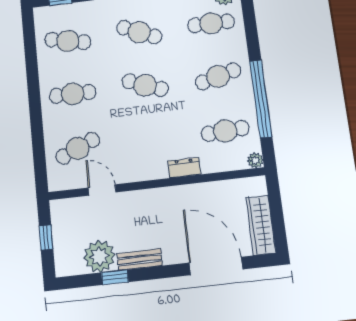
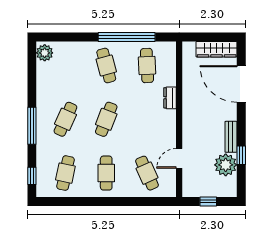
cafe table: (211, 23) -> (65, 65), removed
plant: (255, 160) -> (171, 47), removed
door: (216, 266) -> (241, 84), hinge flipped

